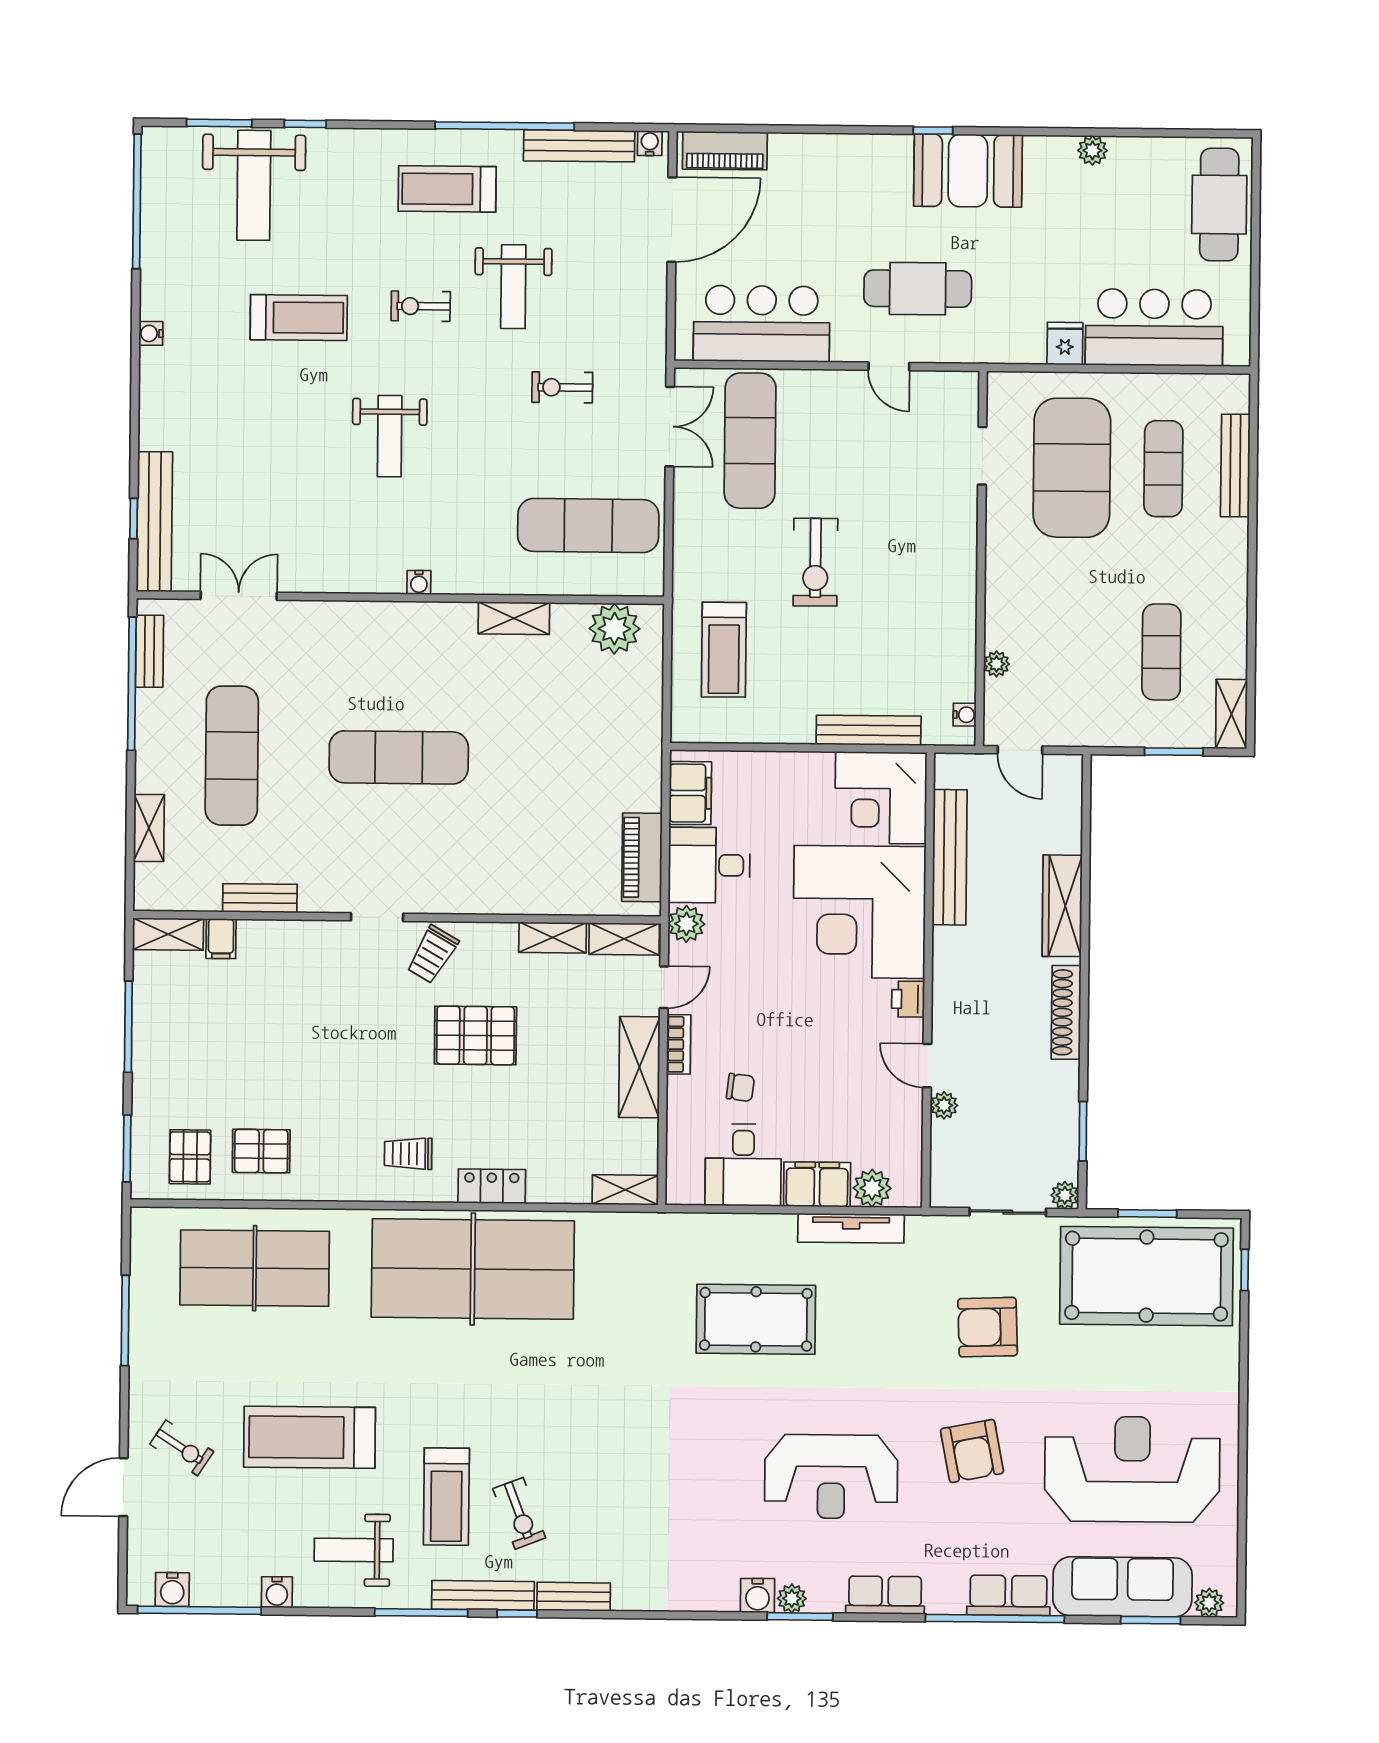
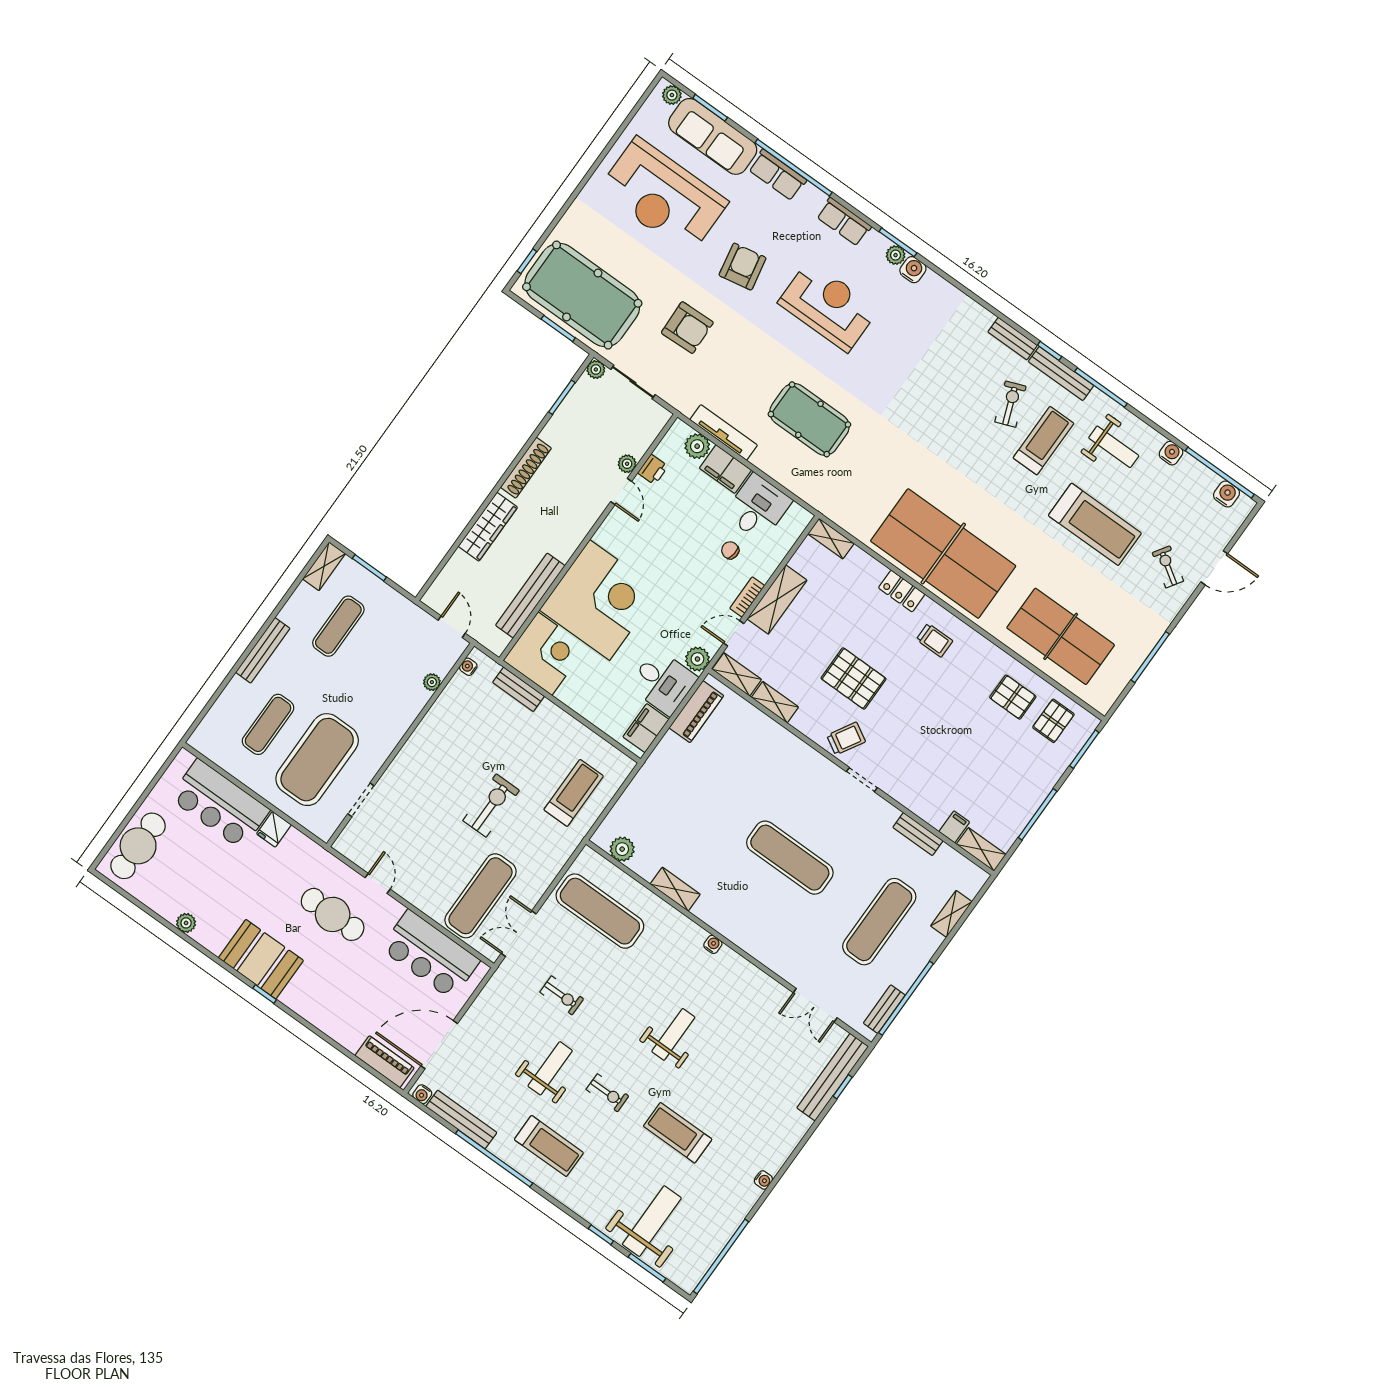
bench: (1235, 465) -> (263, 650), moved
plant: (614, 629) -> (622, 849), width x0.73, depth x0.73
bench: (869, 730) -> (519, 689), width x0.73
printer: (908, 999) -> (653, 470), moved

